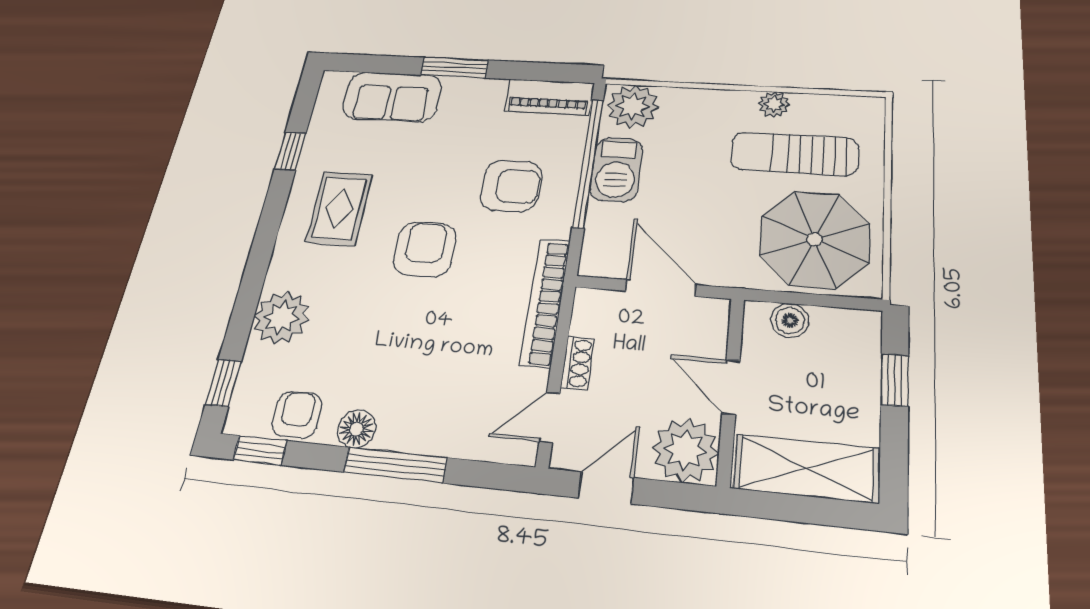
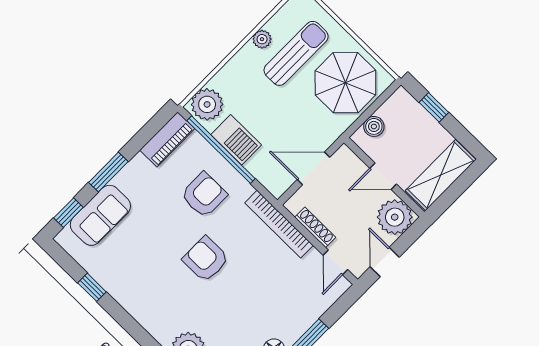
window: (370, 64) -> (68, 213), added
sun lounger: (794, 154) -> (296, 53), turned 180
rug: (339, 208) -> (148, 285), removed
shoe rack: (577, 363) -> (315, 227), width x1.43

